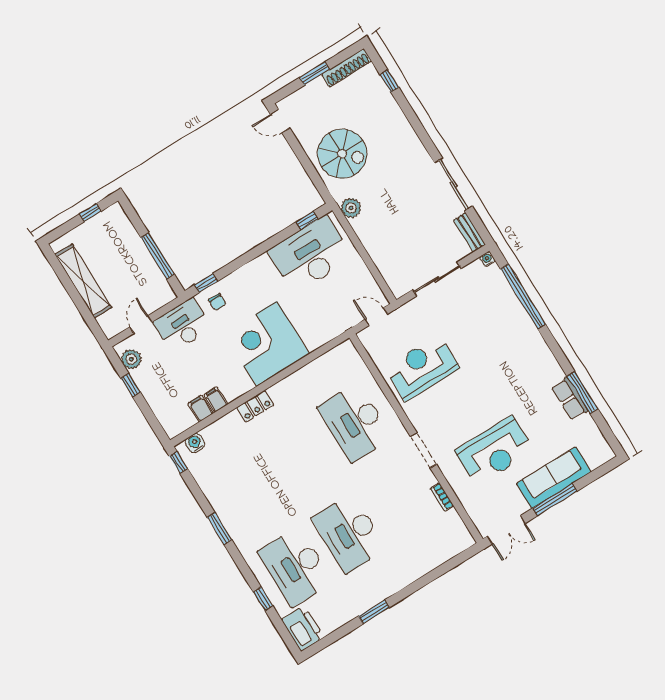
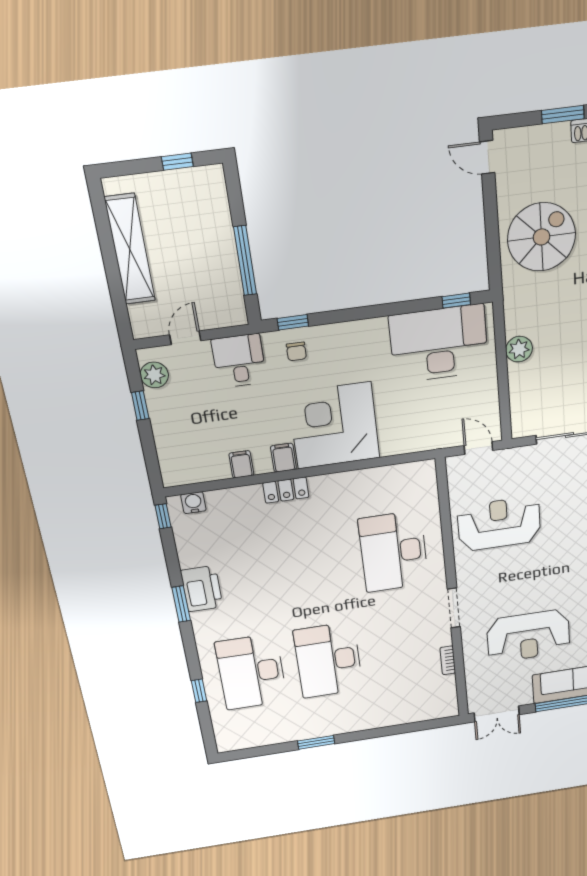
spiral stairs: (342, 154) -> (542, 237), turned -90
plant: (351, 208) -> (519, 349), moved
desk: (182, 325) -> (239, 361), width x0.73
filing cabinet: (201, 408) -> (283, 458), moved
printer: (303, 628) -> (202, 589), moved

